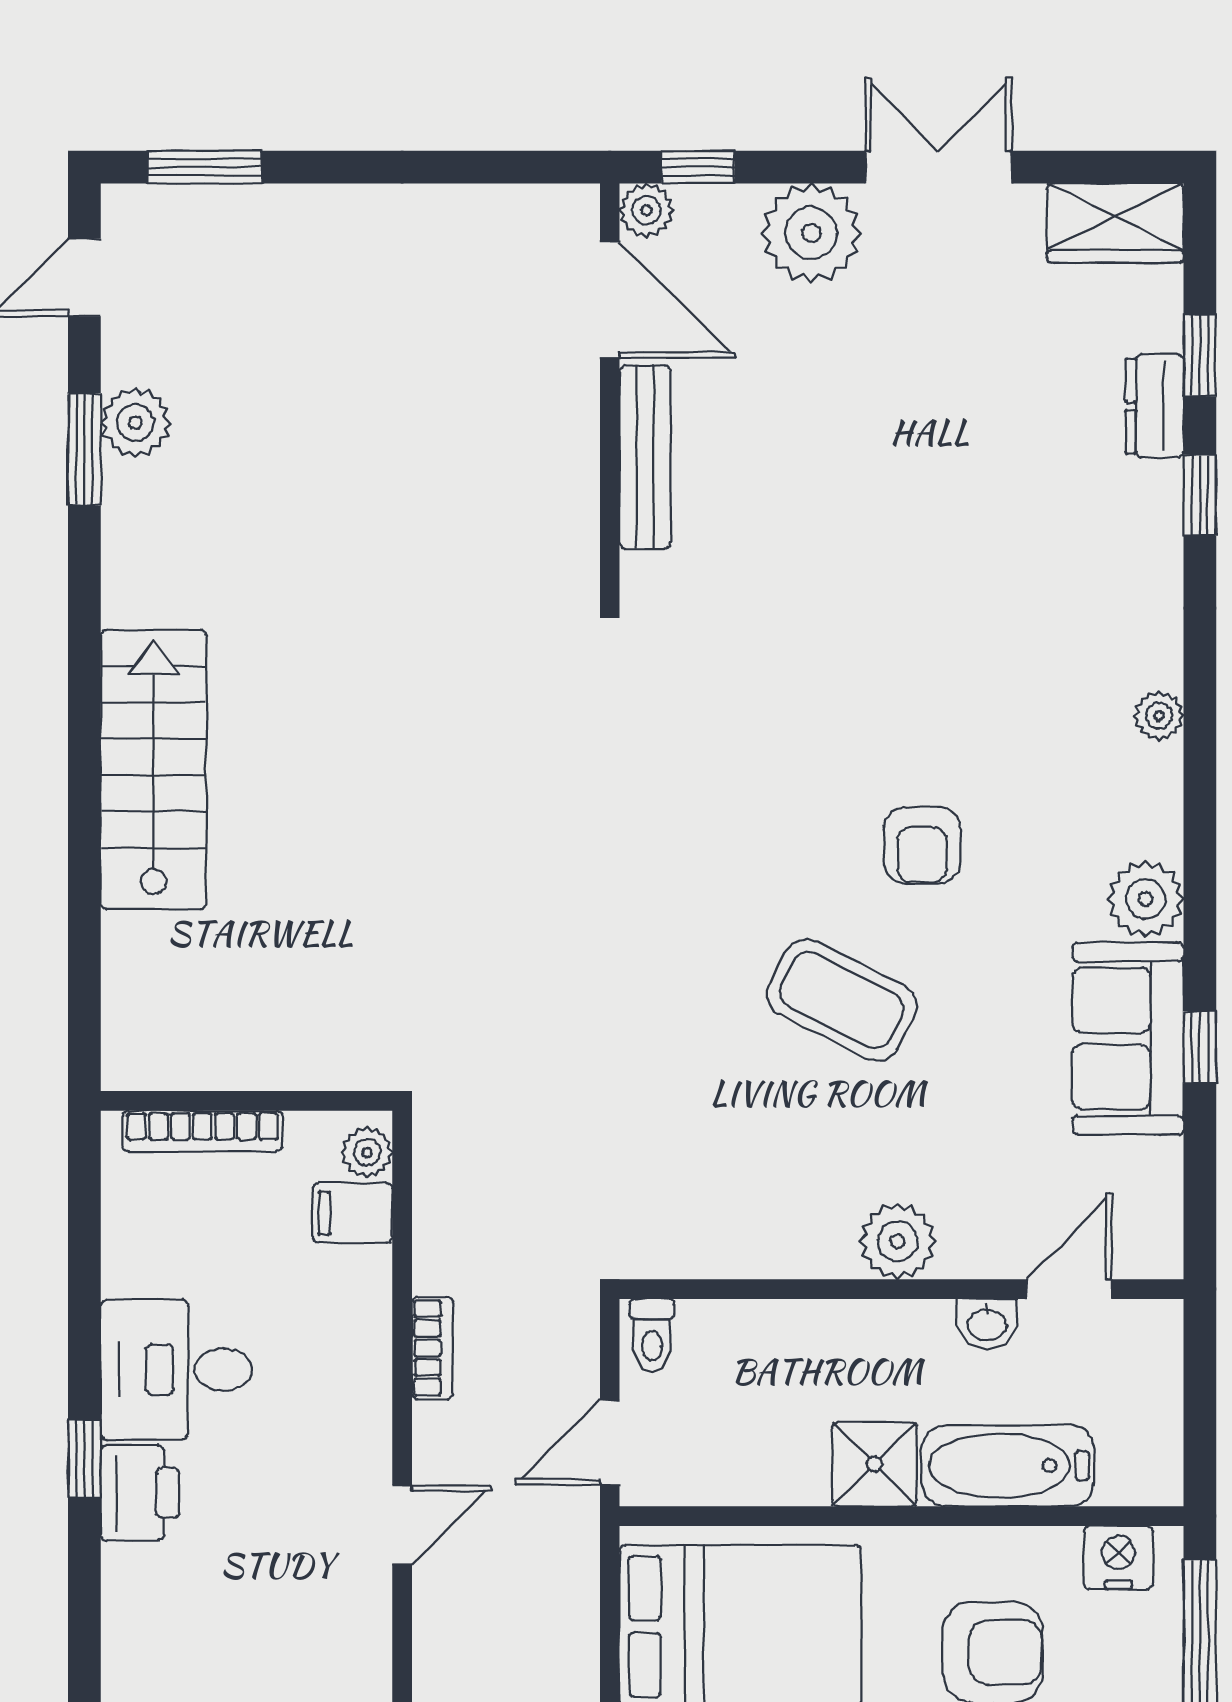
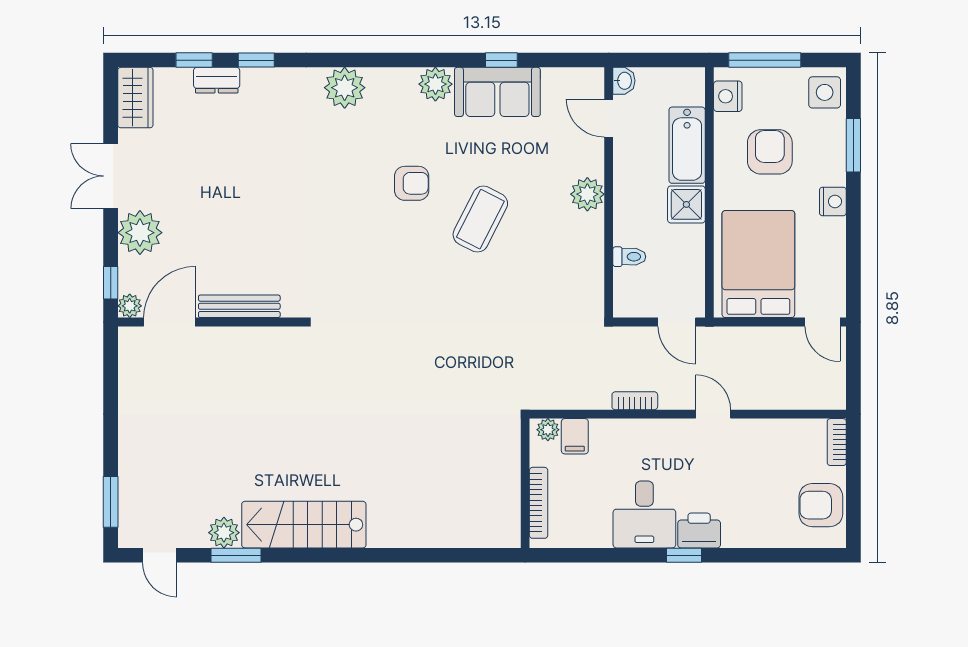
plant: (1159, 716) -> (345, 88), width x1.88, depth x1.88
stairs: (153, 770) -> (304, 525), moved
washbasin: (987, 1323) -> (624, 81), moved
toilet: (652, 1336) -> (629, 257), moved

